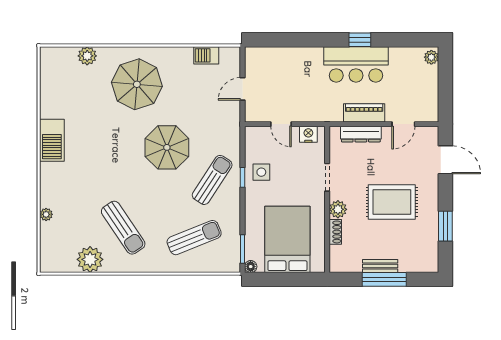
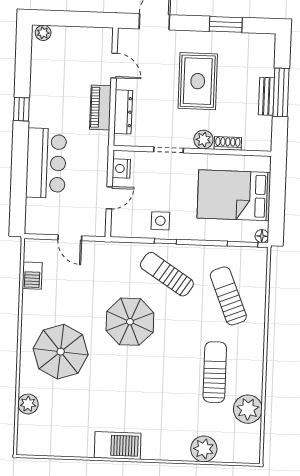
bar counter: (356, 64) -> (46, 163), moved
plant: (46, 214) -> (204, 449), width x1.88, depth x1.88
sun lounger: (123, 228) -> (215, 372), turned -56

